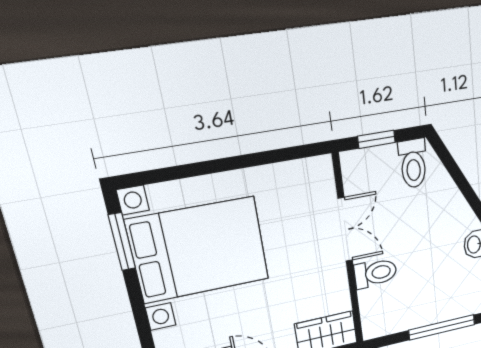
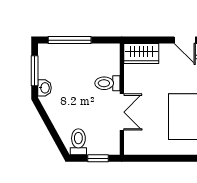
double door: (345, 230) -> (122, 112), swing flipped

